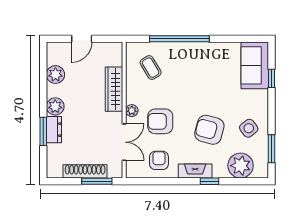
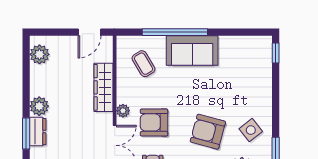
door: (82, 39) -> (89, 32), moved
sofa: (255, 65) -> (192, 50), moved, turned -90
plant: (55, 75) -> (39, 54), moved
window: (271, 78) -> (276, 53), moved

